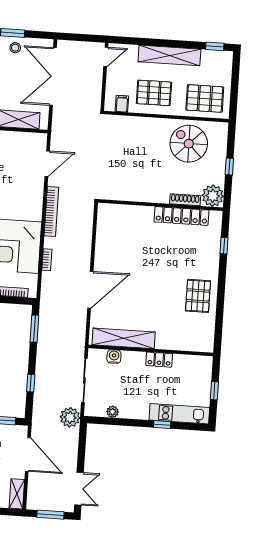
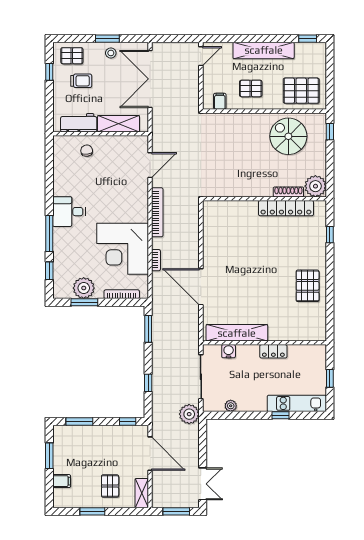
pallet: (154, 93) -> (251, 88), width x0.67, depth x0.71
window: (229, 166) -> (330, 132), moved
door: (90, 290) -> (201, 287), swing flipped

